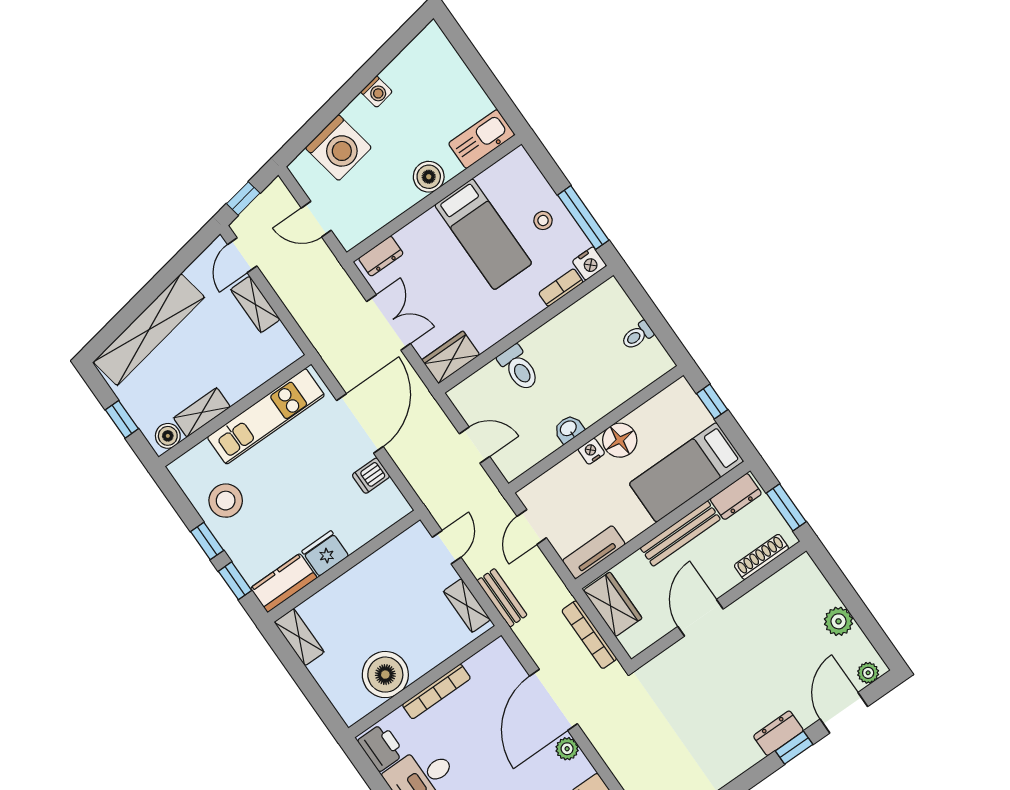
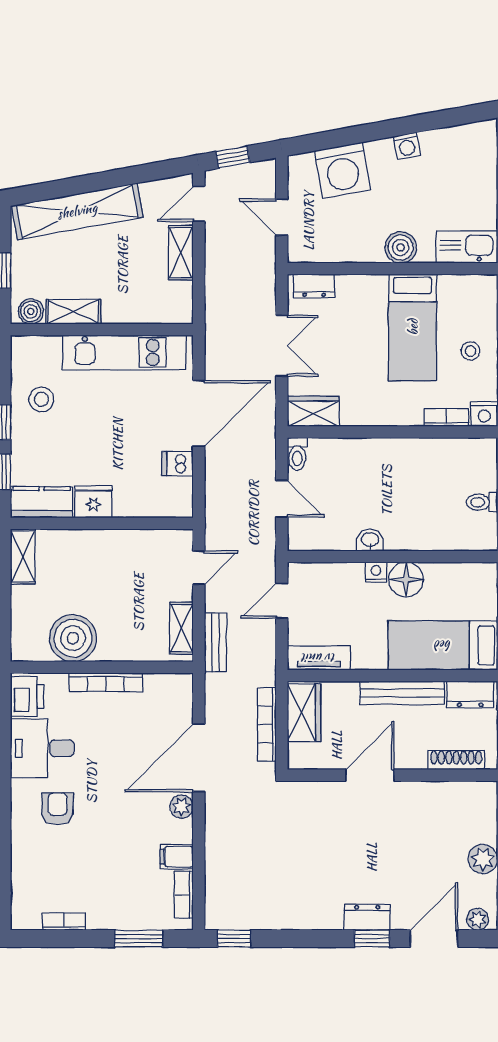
toilet: (519, 368) -> (297, 454), moved, width x0.73, depth x0.72
stool: (226, 501) -> (41, 399), width x0.73, depth x0.73

